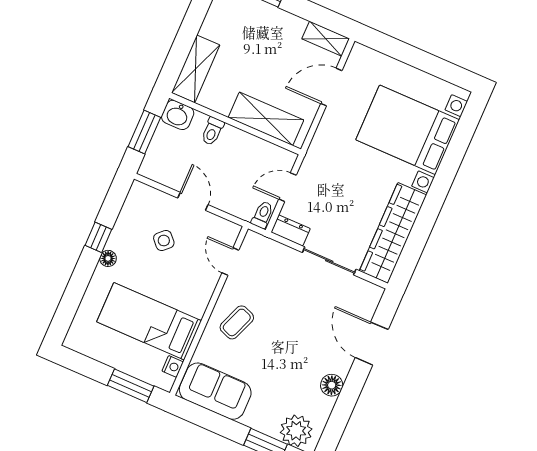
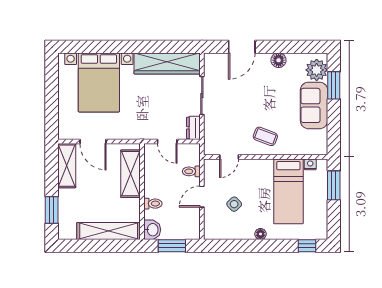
shelving: (326, 39) -> (67, 166), width x1.50, depth x1.33
shelving: (196, 69) -> (109, 231), width x1.47
toilet: (263, 215) -> (191, 171), moved
window: (98, 237) -> (307, 246), moved
sofa: (215, 391) -> (314, 105), moved

